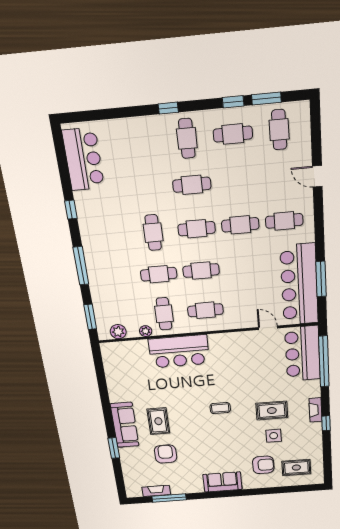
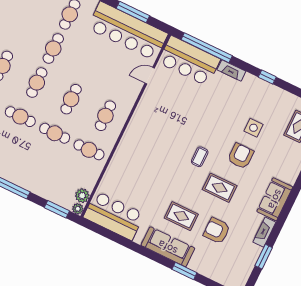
cafe table: (159, 274) -> (55, 133), turned 90
plant: (146, 331) -> (78, 209), moved
bar counter: (179, 351) -> (114, 216), moved, turned -90
fireplace: (315, 410) -> (231, 70), moved
rug: (272, 411) -> (220, 188), moved, turned 90
armchair: (263, 465) -> (241, 156), moved
fireplace: (156, 491) -> (264, 232), moved
window: (169, 498) -> (264, 257), width x0.69

